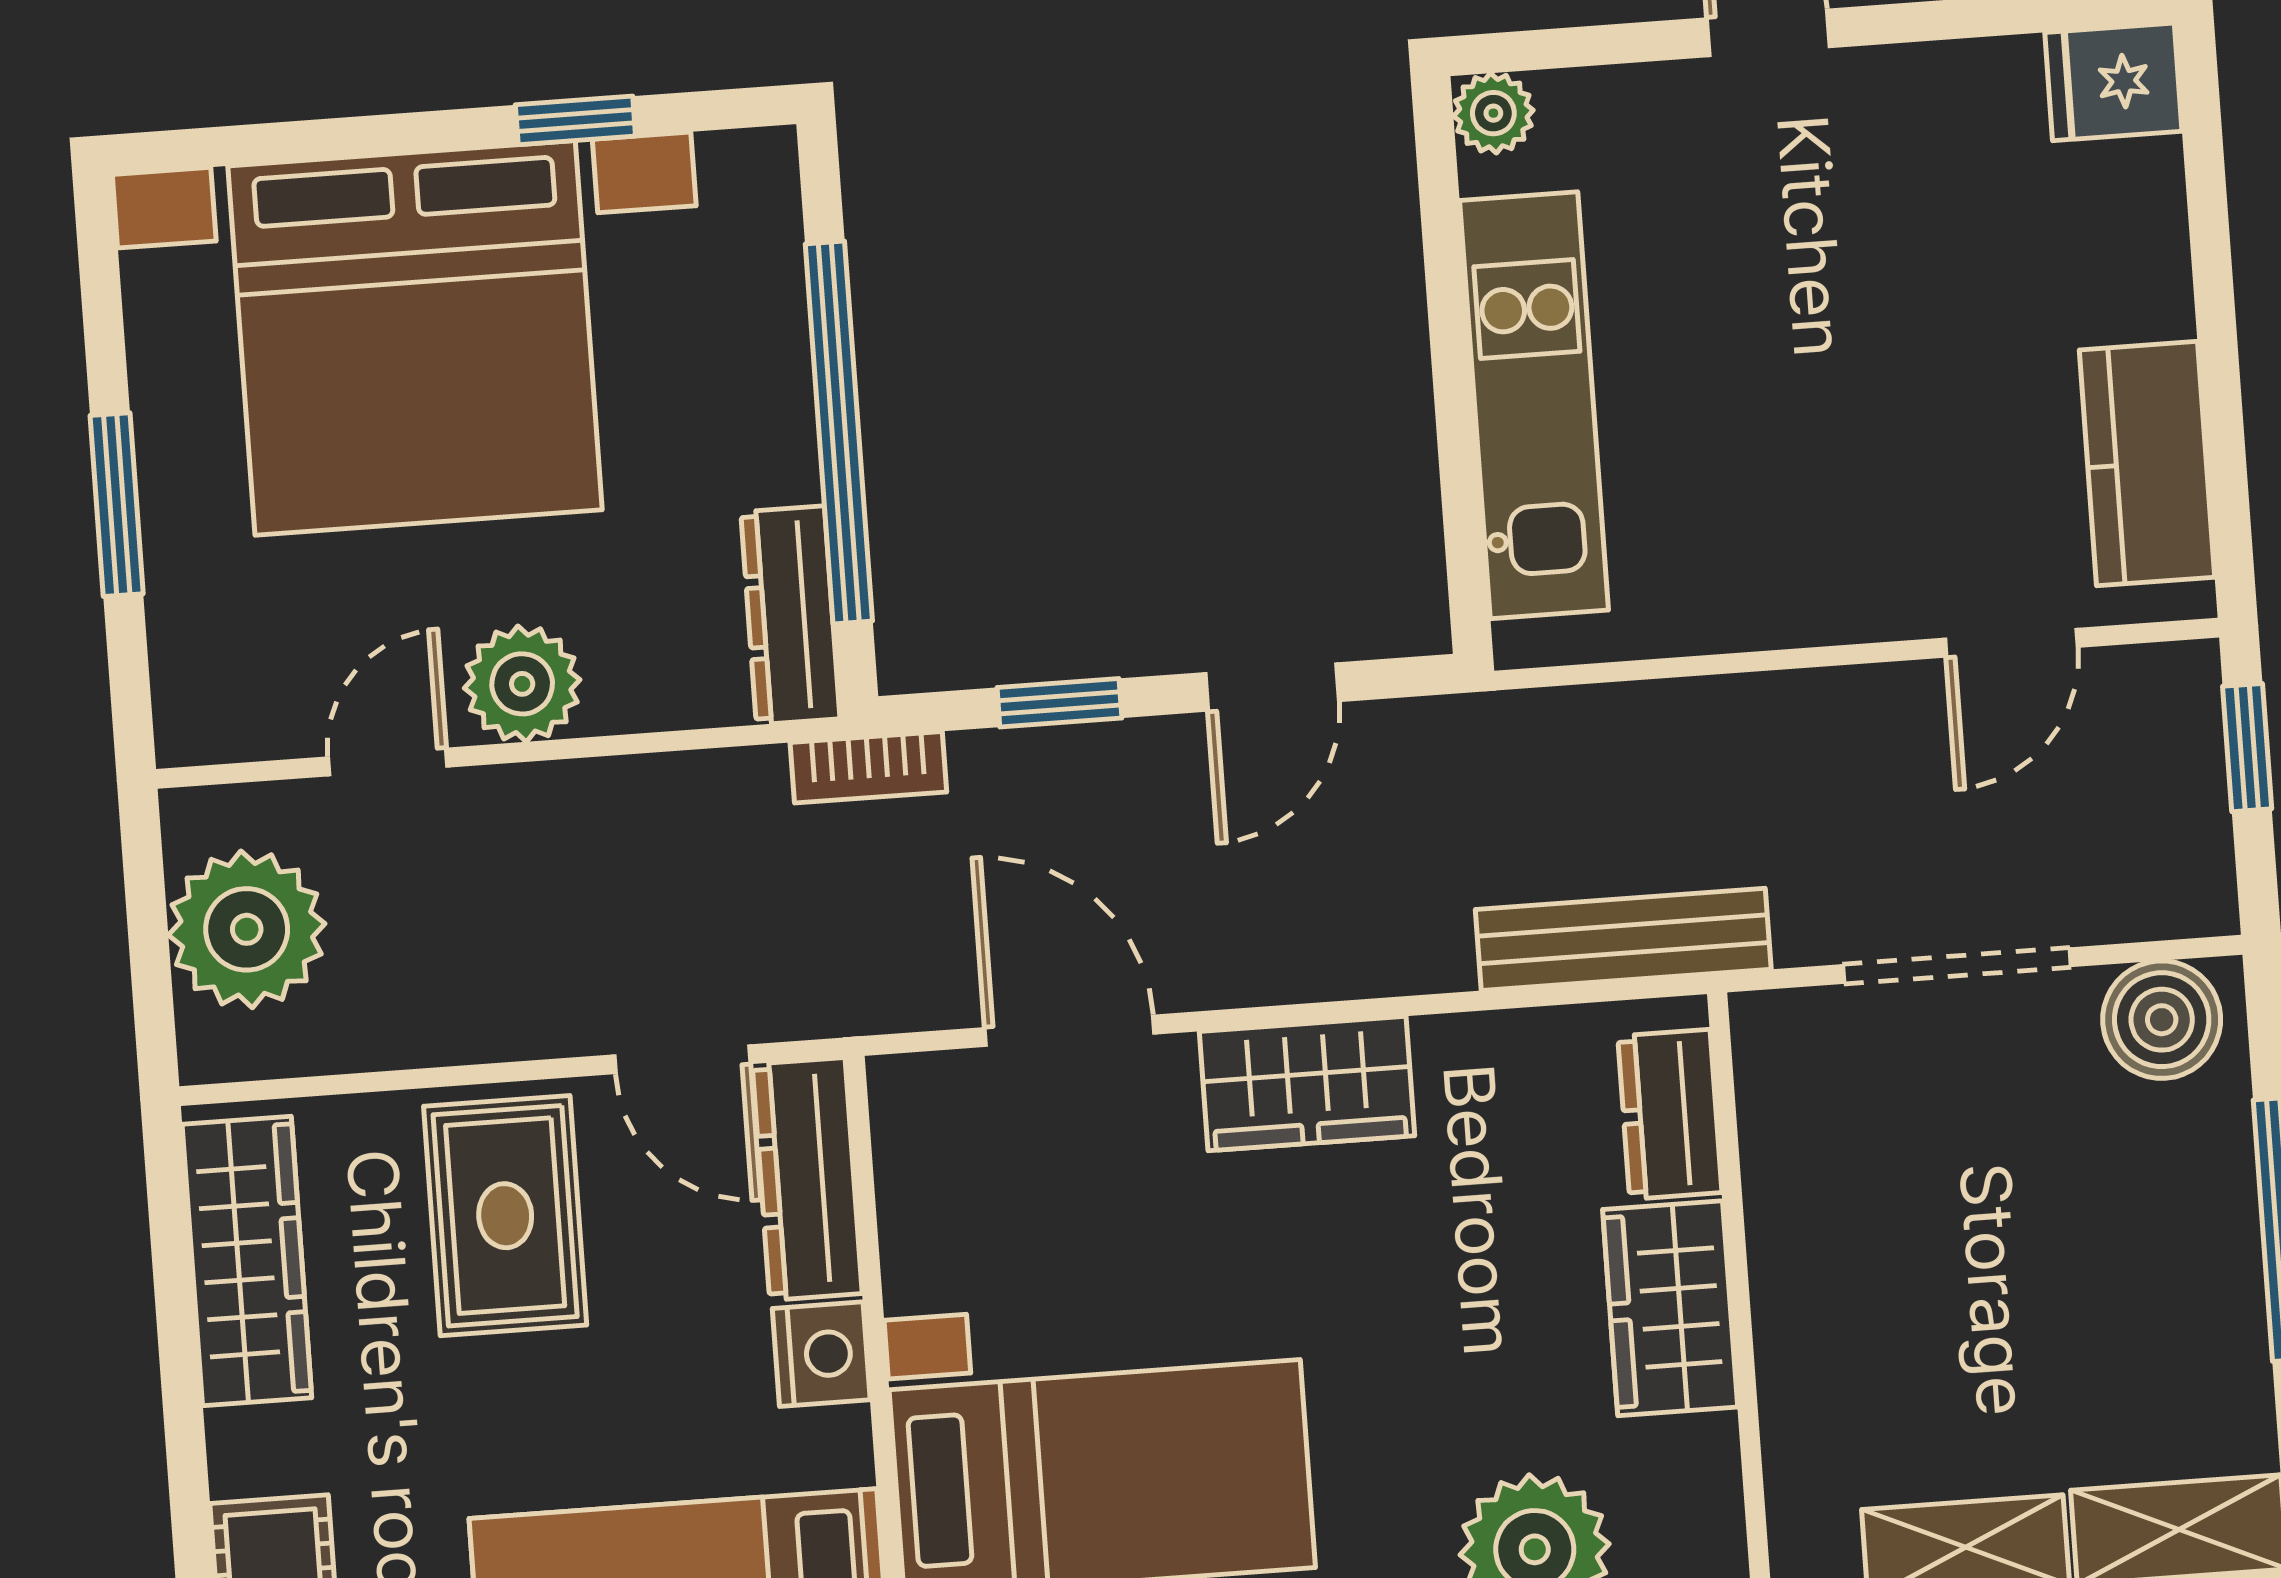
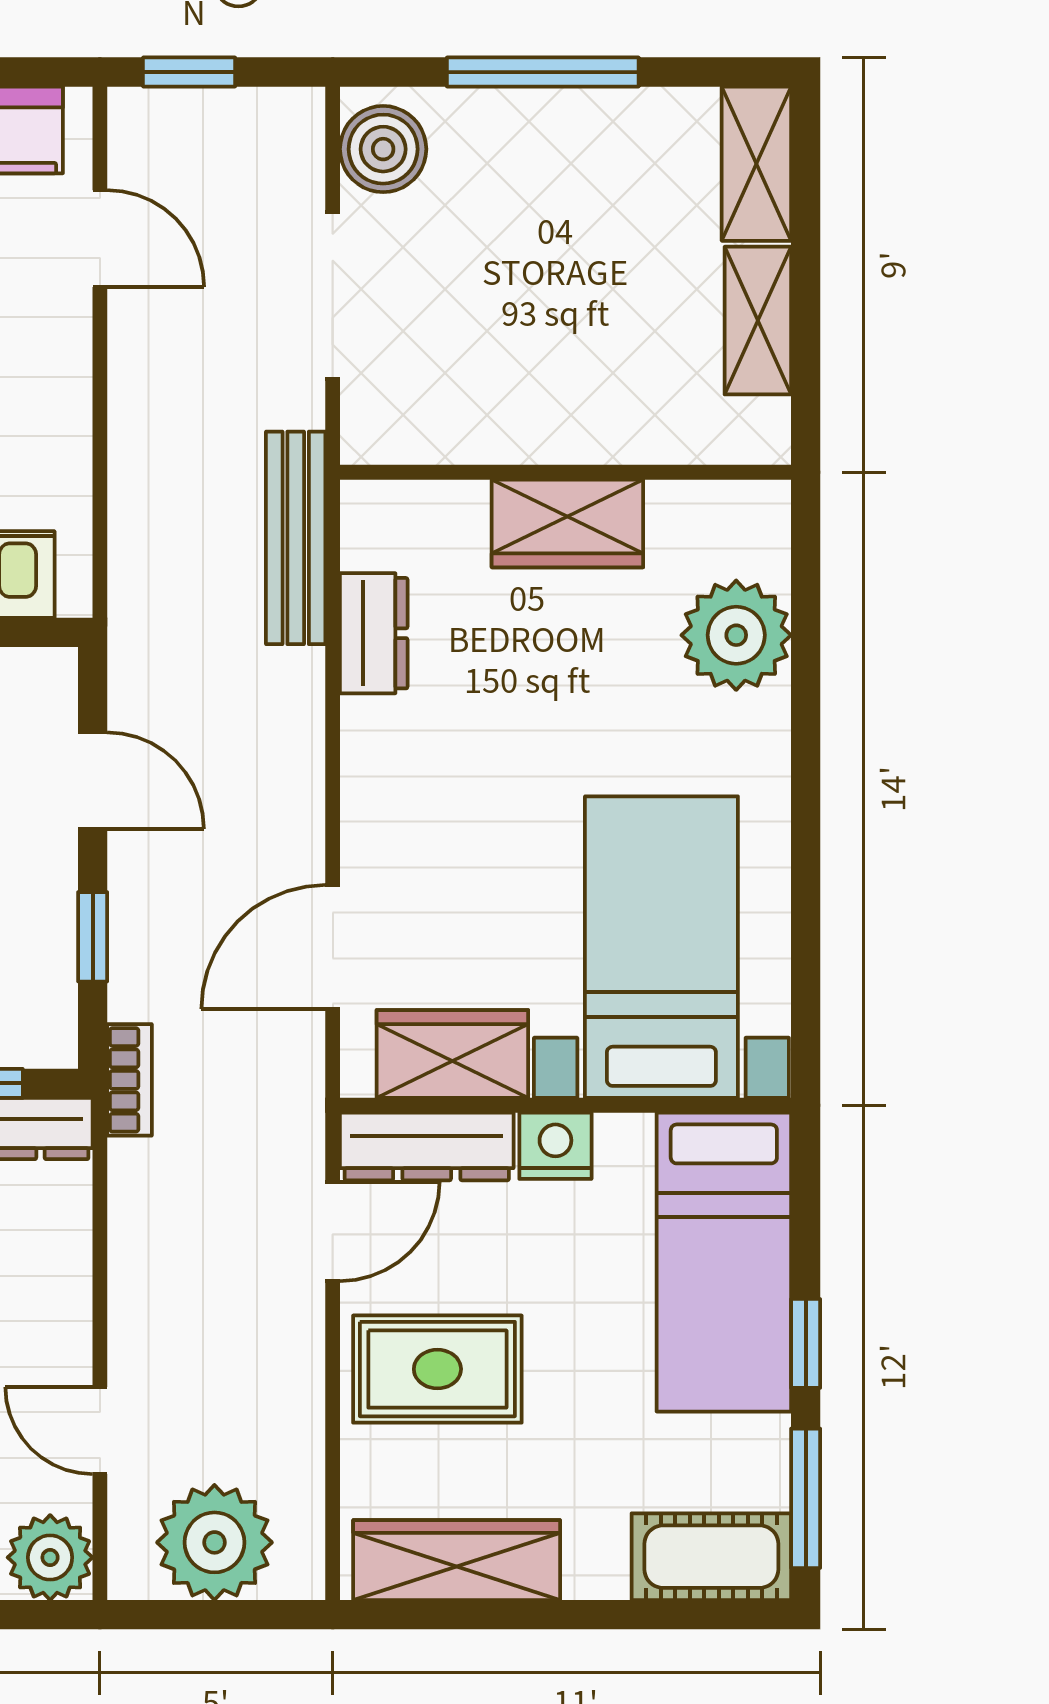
plant: (522, 684) -> (50, 1557), moved
wardrobe: (1307, 1084) -> (452, 1054), moved, turned -90
dresser: (1670, 1114) -> (374, 633), moved, turned -90

